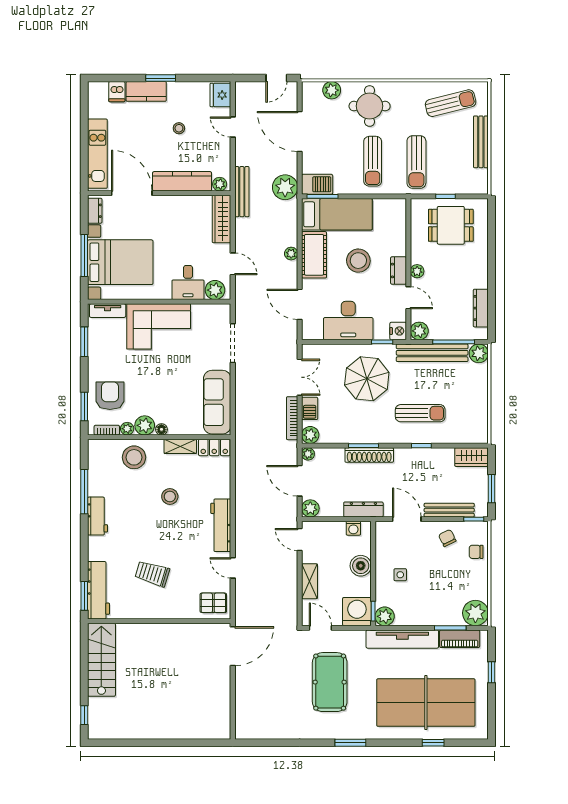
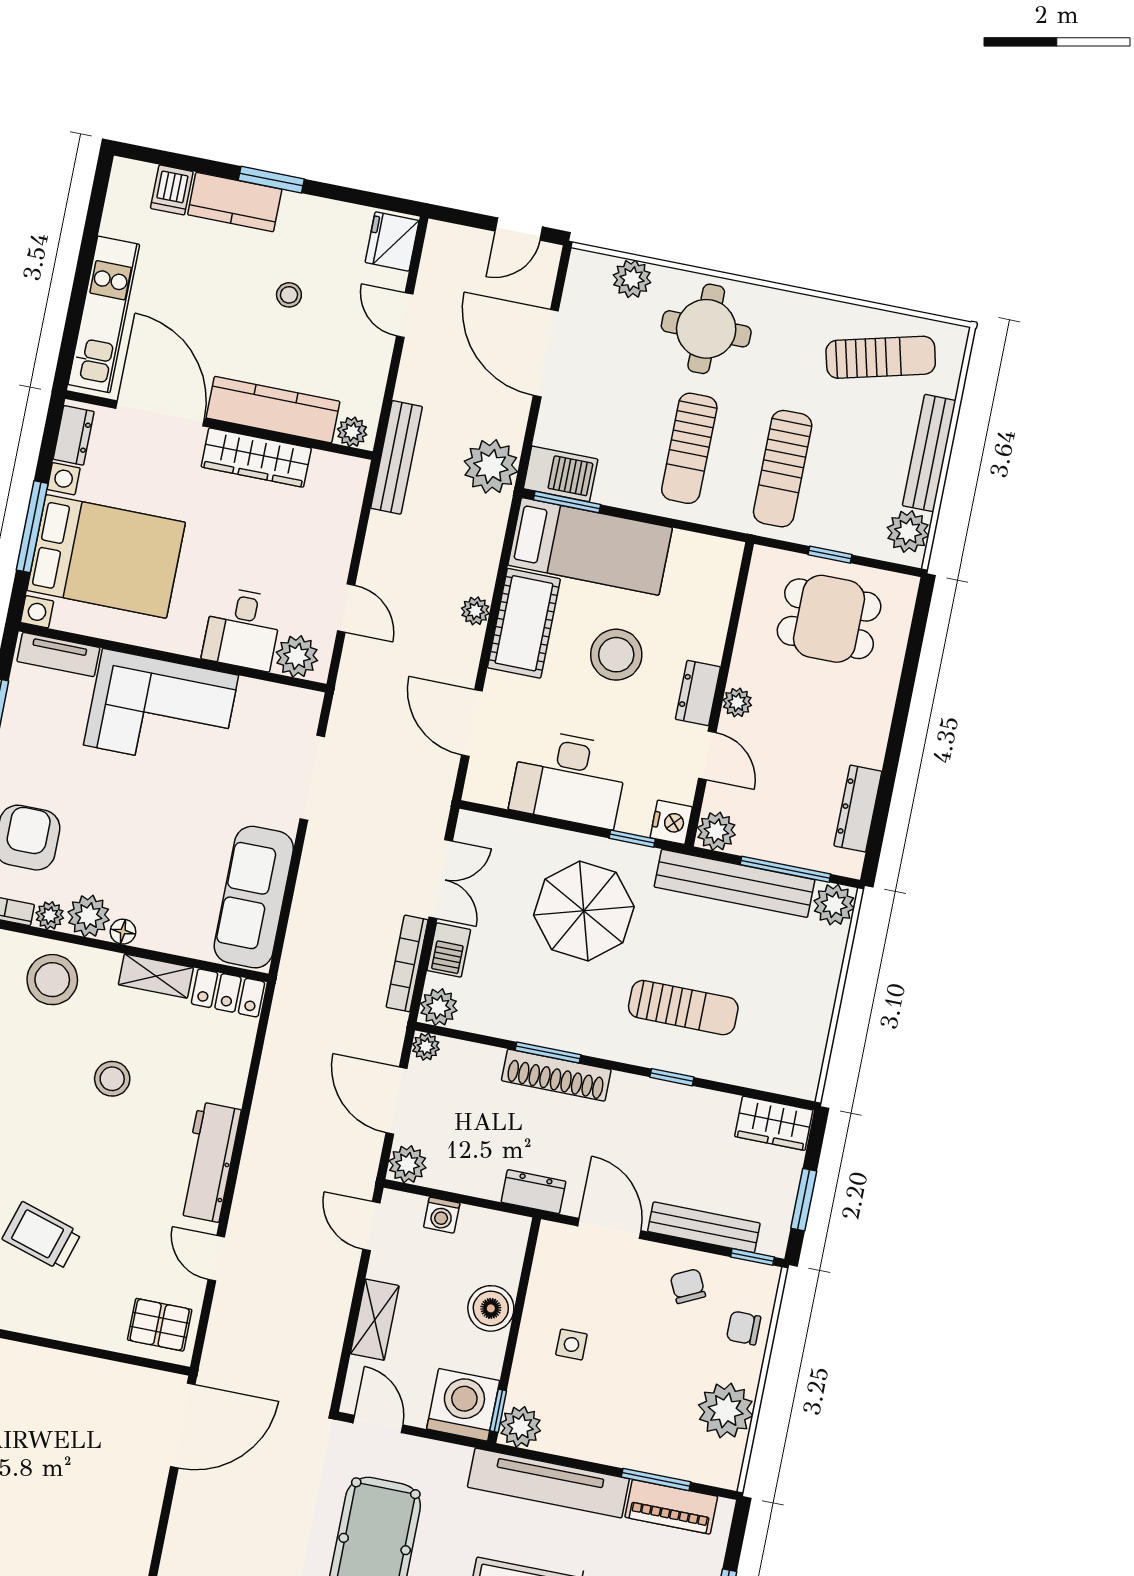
plant: (478, 179) -> (908, 532), added
wardrobe: (221, 219) -> (256, 458), moved, turned -90
dresser: (363, 509) -> (533, 1192), width x0.70
washing machine: (353, 528) -> (442, 1215), moved
plant: (475, 613) -> (726, 1410), moved

